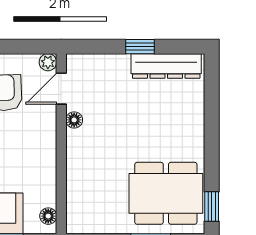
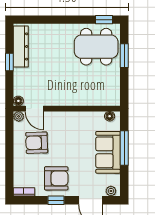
floor lamp: (74, 120) -> (18, 101), moved
dining table: (166, 193) -> (96, 47), turned 90

